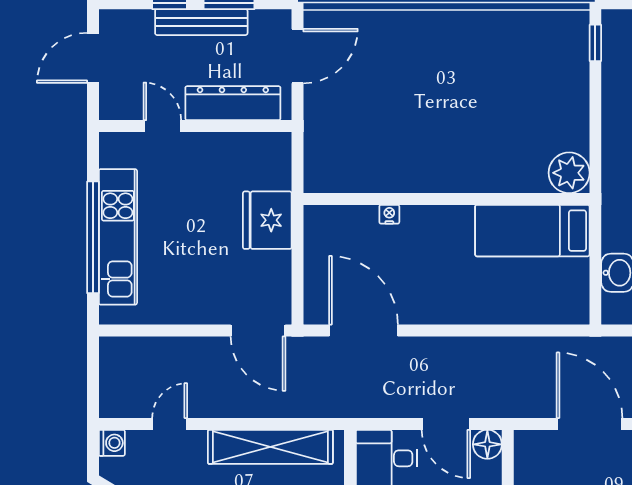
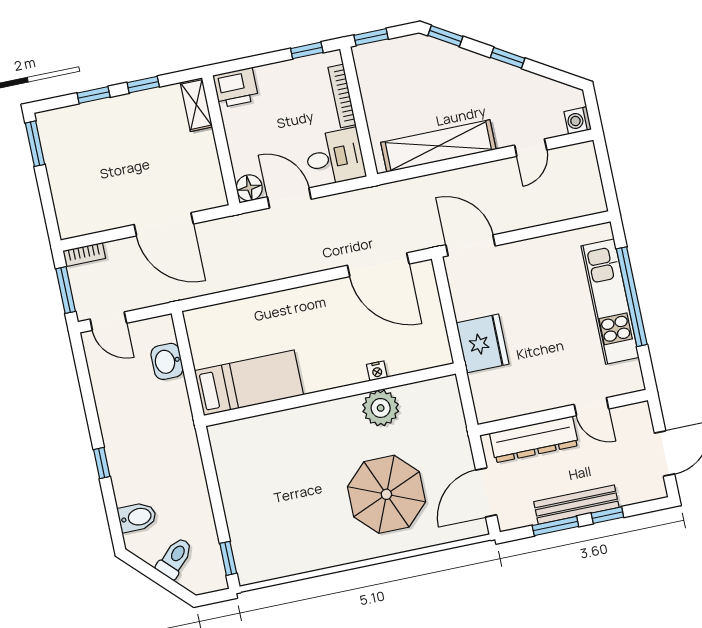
parasol: (407, 77) -> (386, 494), added
plant: (569, 173) -> (381, 408), moved

